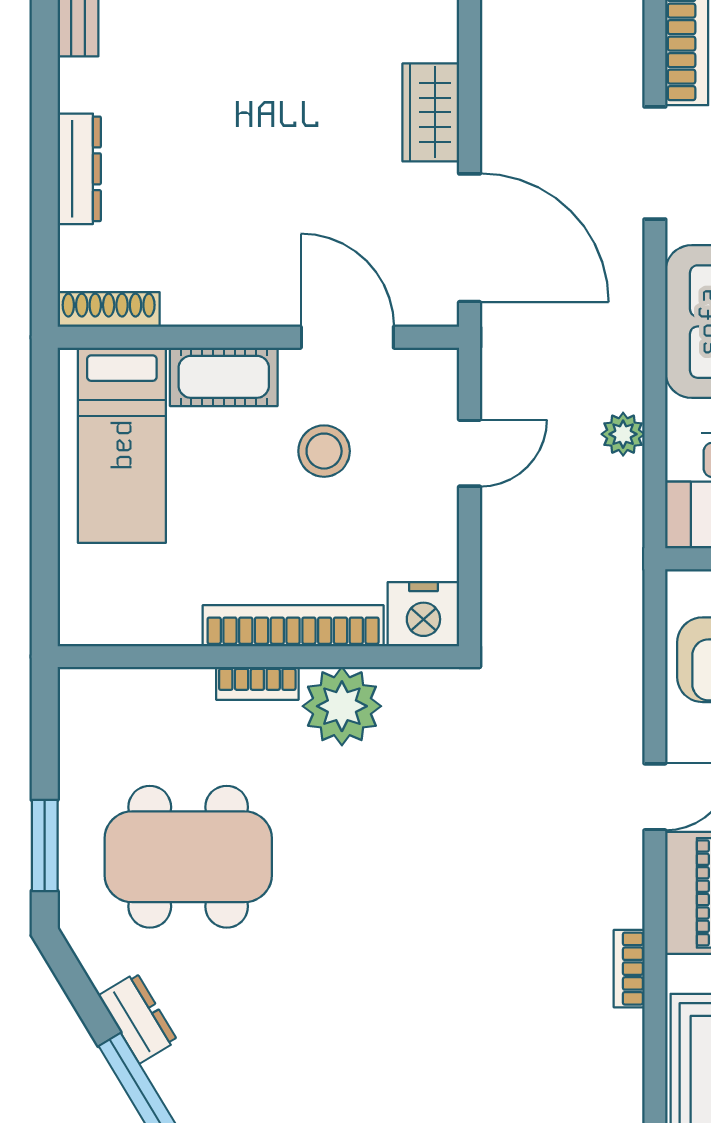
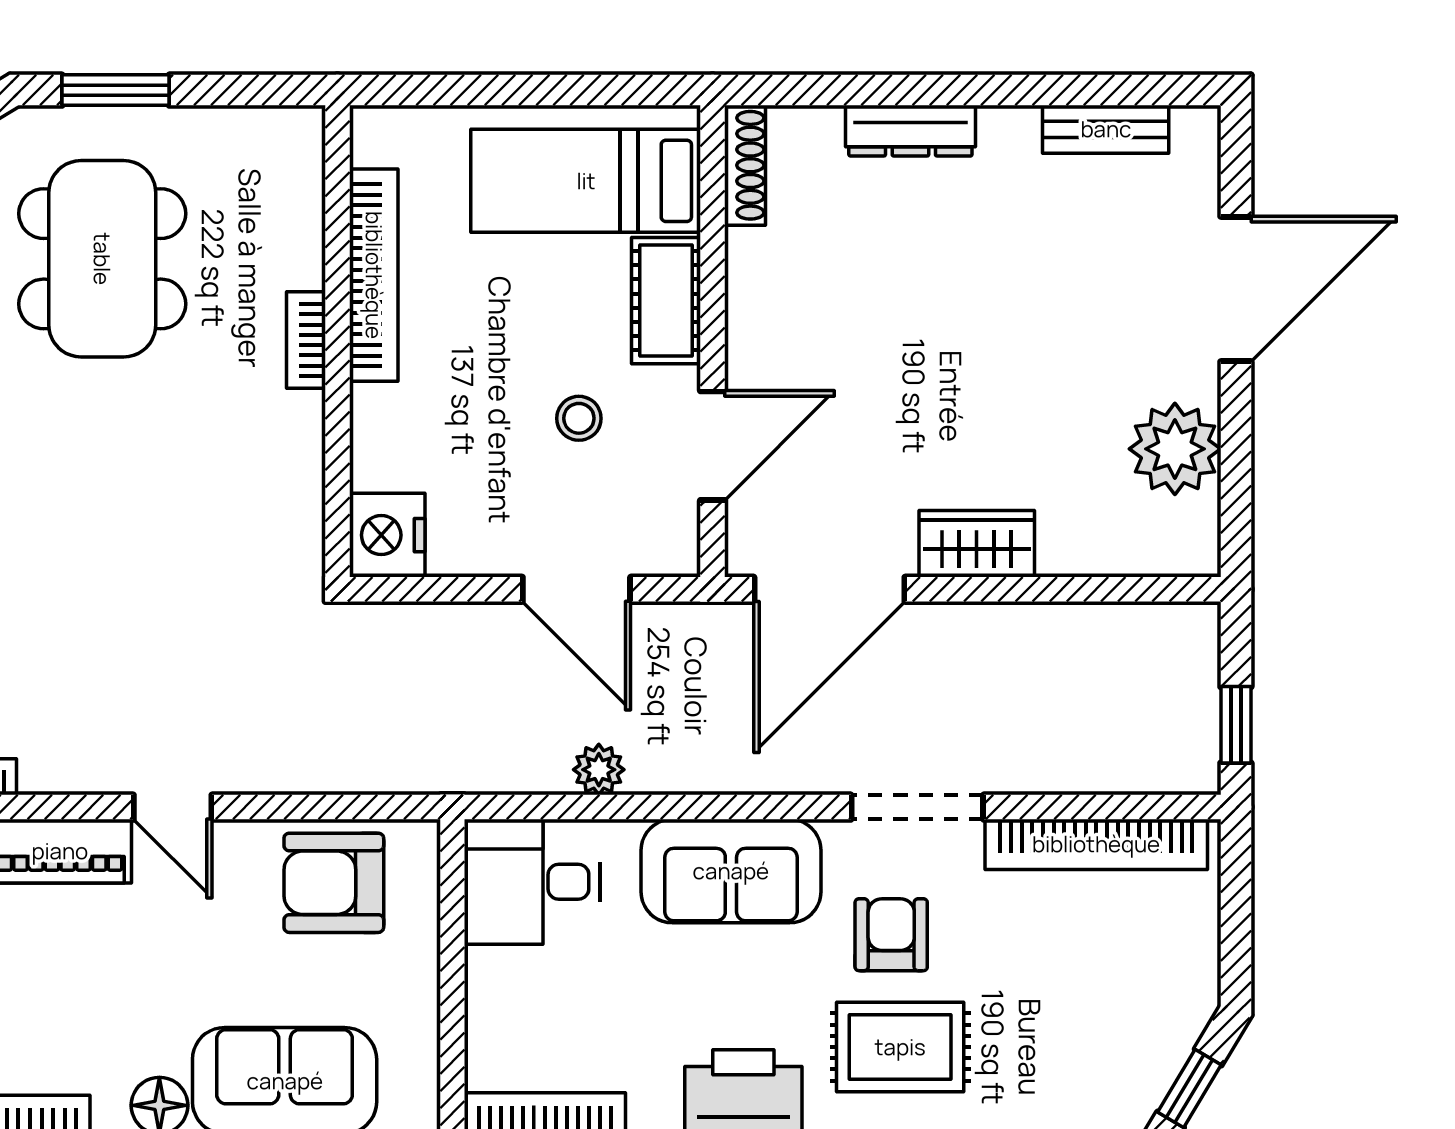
stool: (324, 451) -> (579, 418), width x0.73, depth x0.73
door: (470, 453) -> (576, 589), width x1.38
bookcase: (293, 626) -> (374, 275), moved
plant: (342, 706) -> (279, 439), removed

